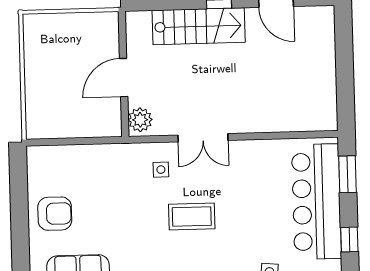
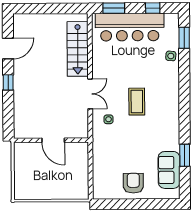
stairs: (199, 26) -> (78, 49), moved, turned 180
plant: (140, 120) -> (79, 131), removed

